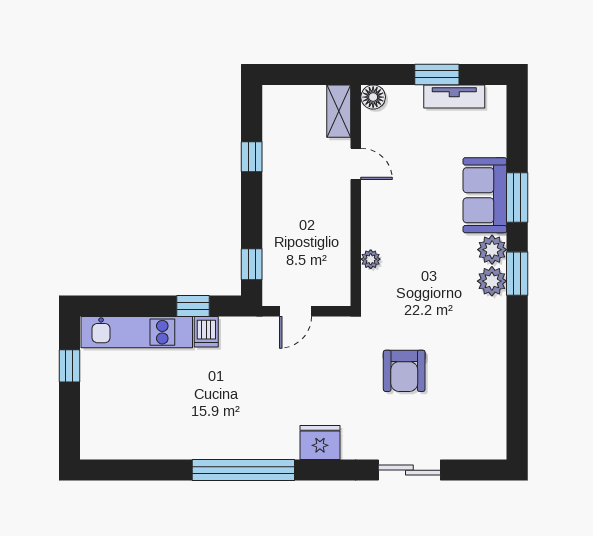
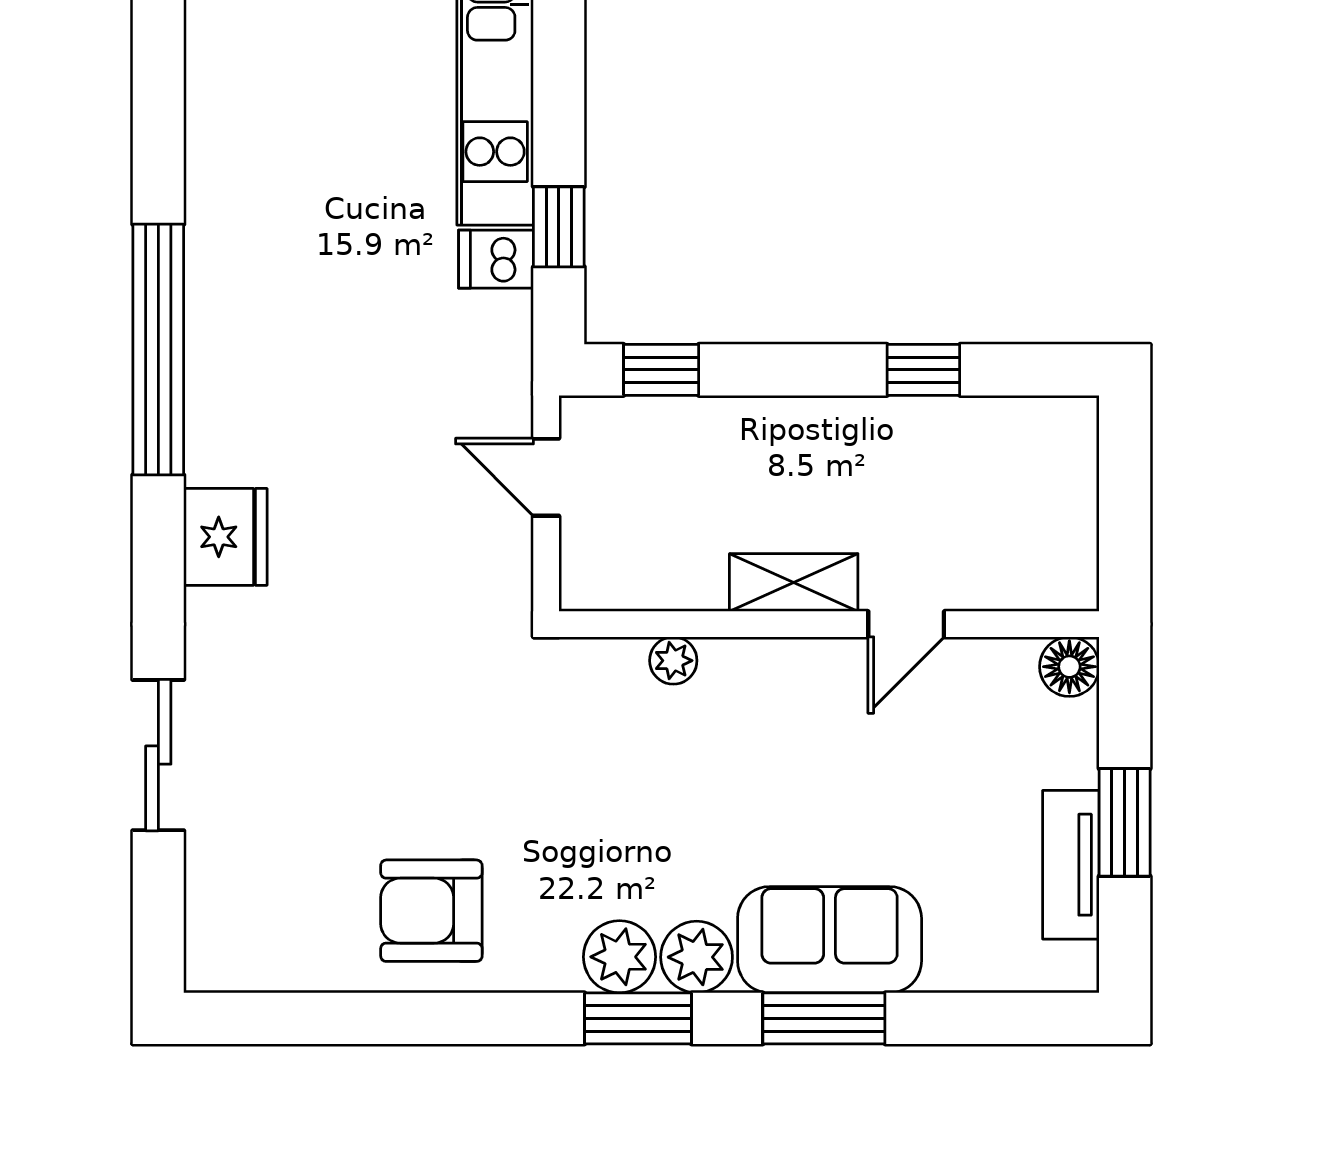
shelving: (339, 111) -> (794, 583), moved
armchair: (404, 371) -> (431, 911), moved

